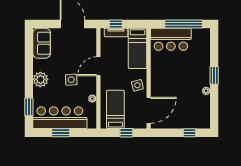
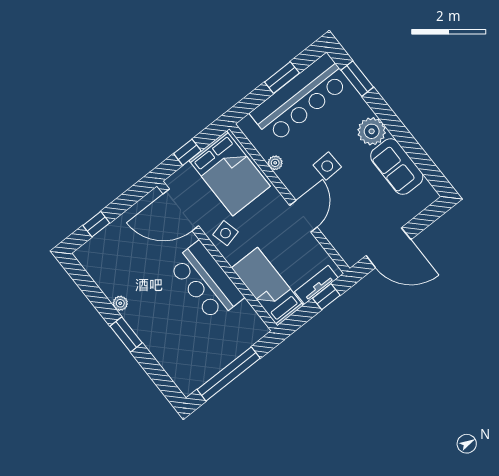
bar counter: (171, 39) -> (206, 281), moved, turned -90
sofa: (42, 43) -> (397, 167), moved
bed: (115, 109) -> (230, 173), width x1.50
door: (149, 110) -> (181, 210), hinge flipped

